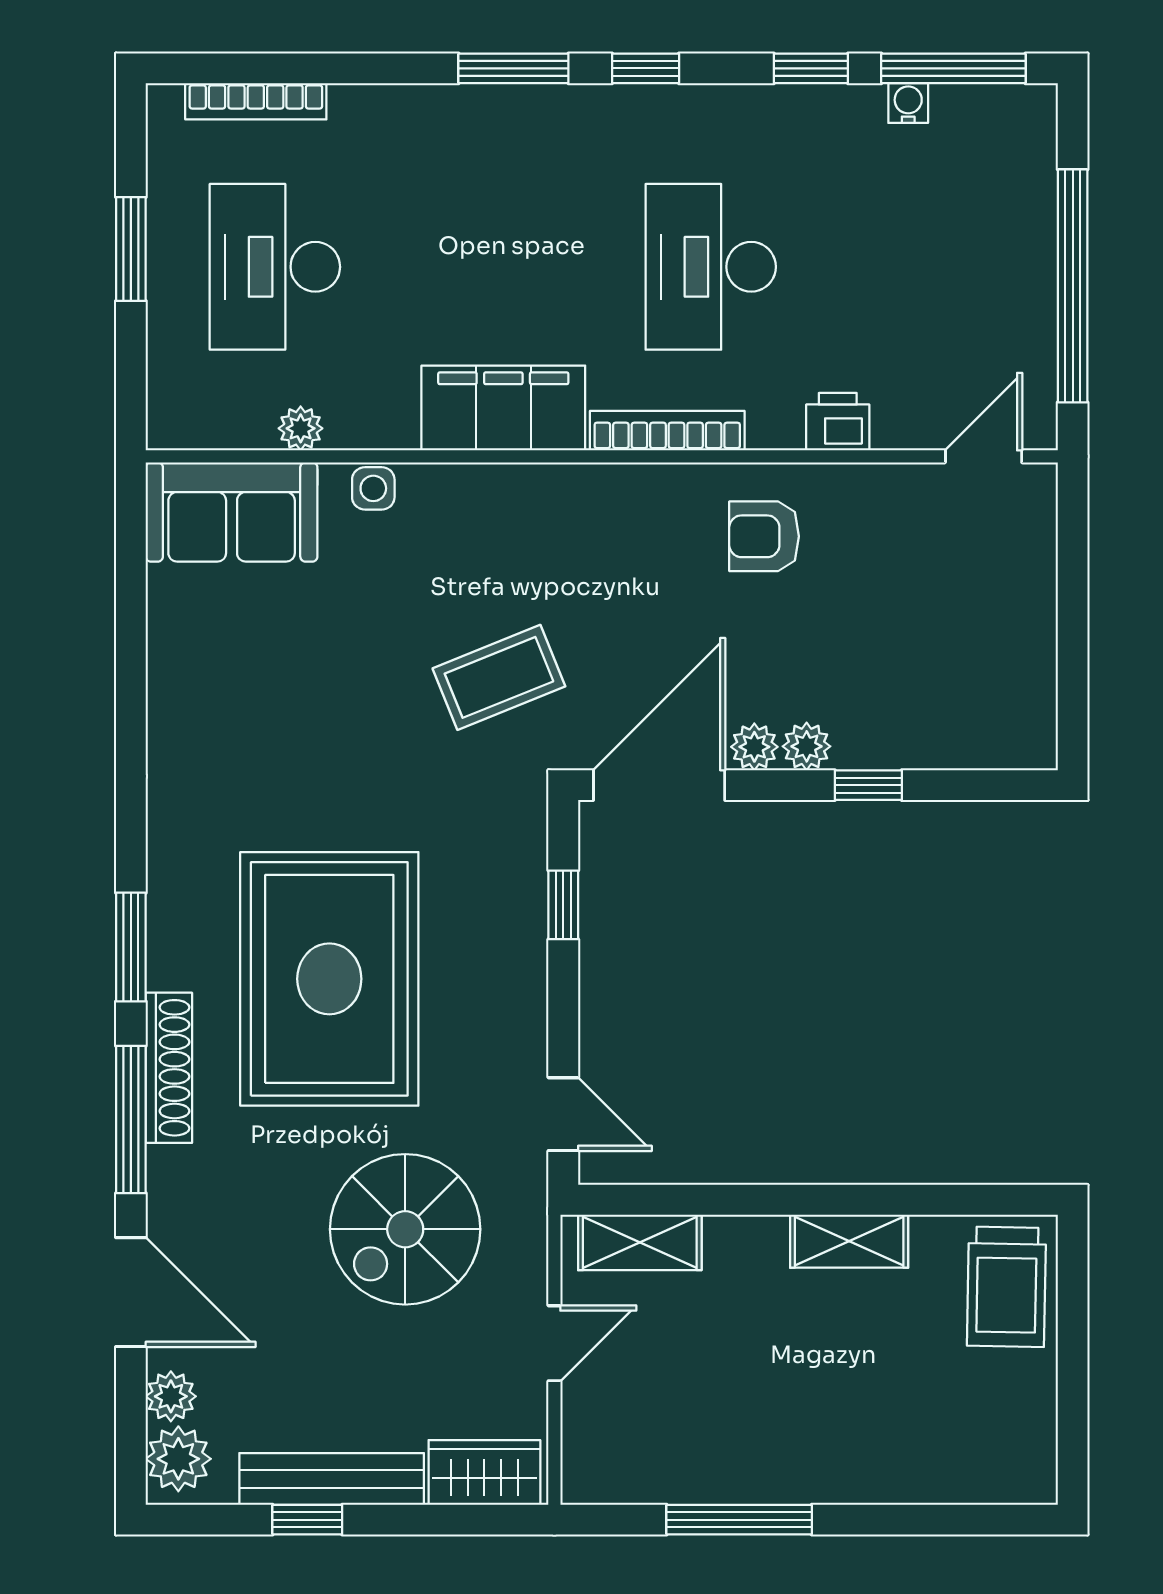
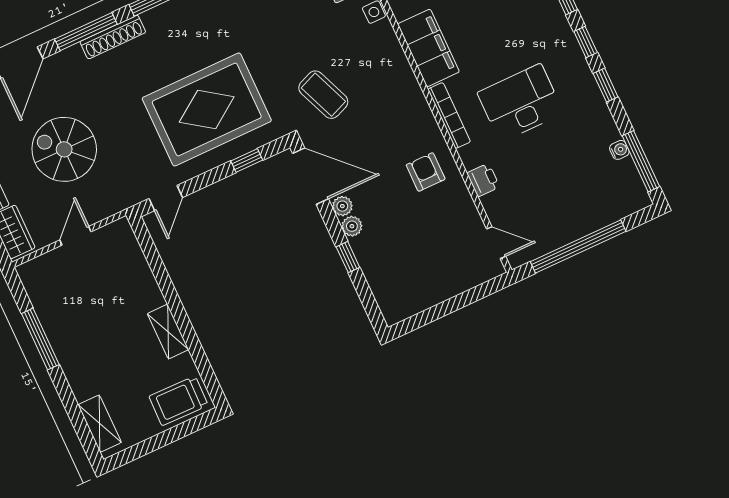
window: (811, 68) -> (606, 85), moved
rug: (329, 979) -> (207, 109), moved
spiral stairs: (405, 1229) -> (64, 149), moved
shelving: (640, 1242) -> (100, 424), moved
door: (554, 1343) -> (75, 236), swing flipped

